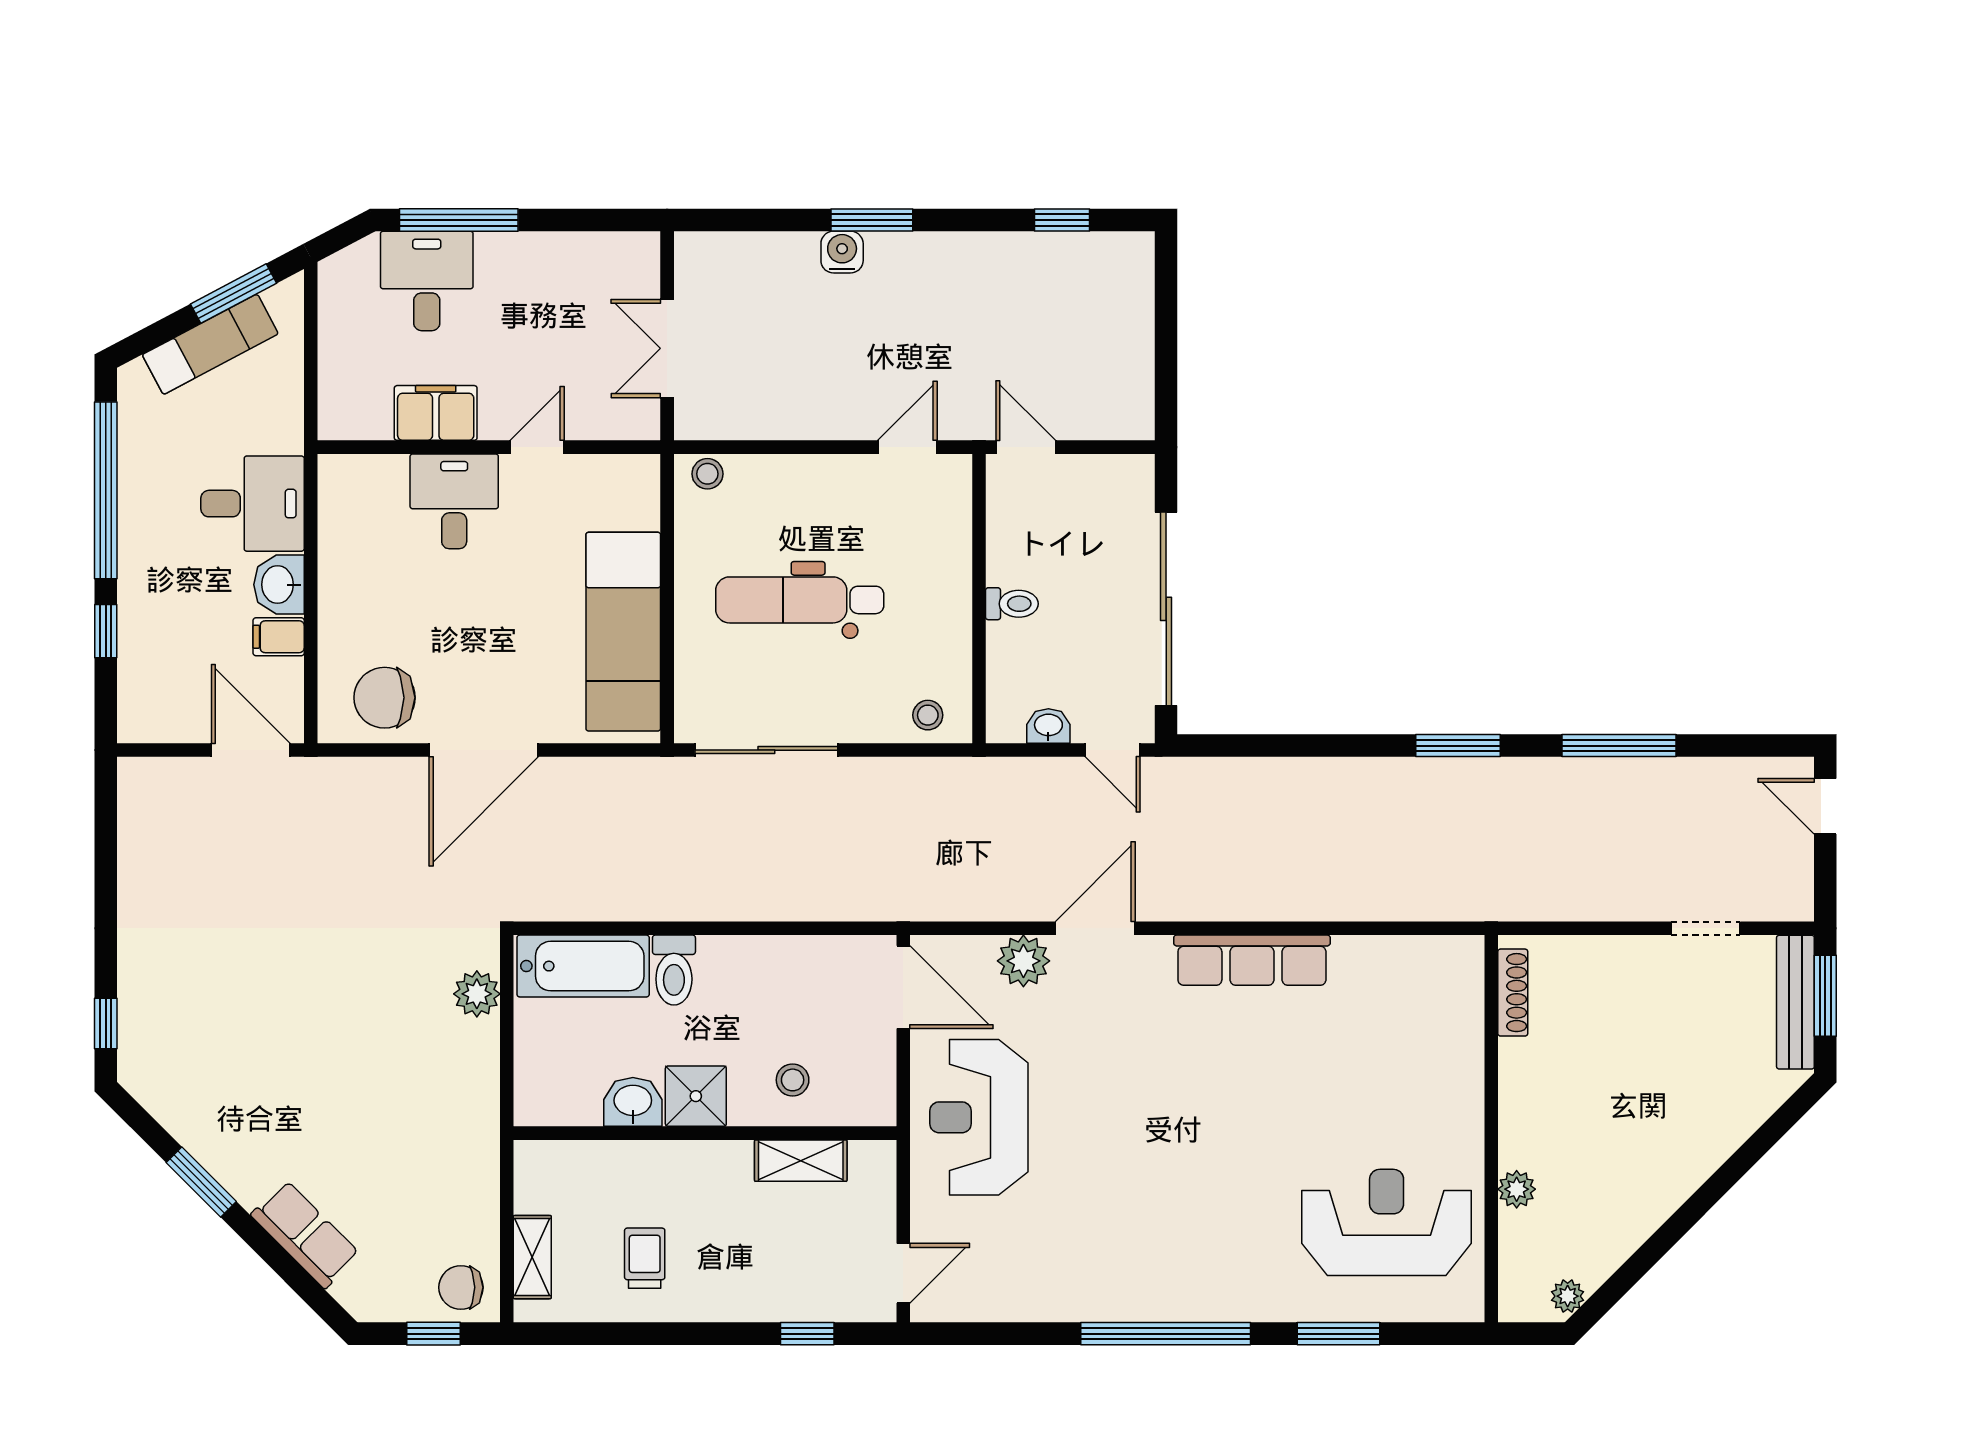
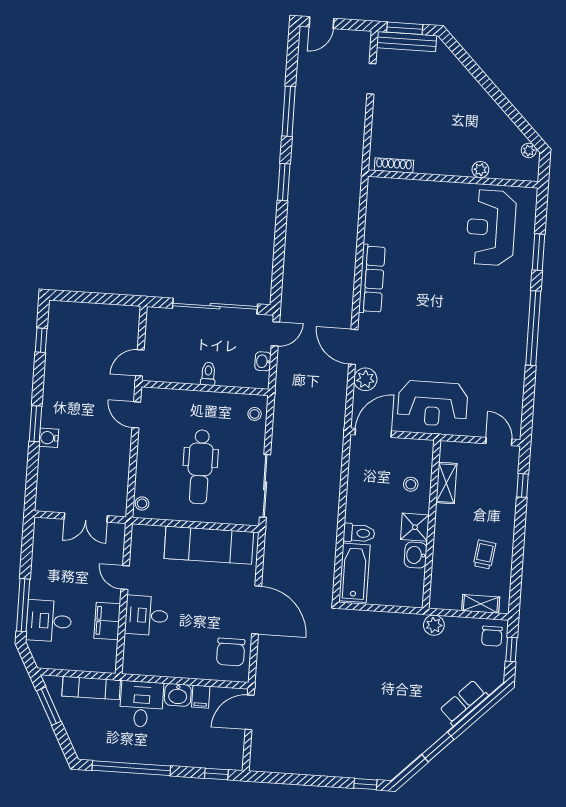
exam couch: (210, 344) -> (91, 688), moved, turned 118
window: (106, 631) -> (216, 774), moved
plant: (477, 994) -> (434, 625), moved
trolley: (645, 1258) -> (484, 555), turned 98

